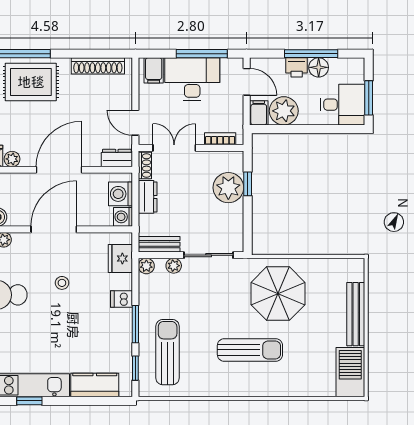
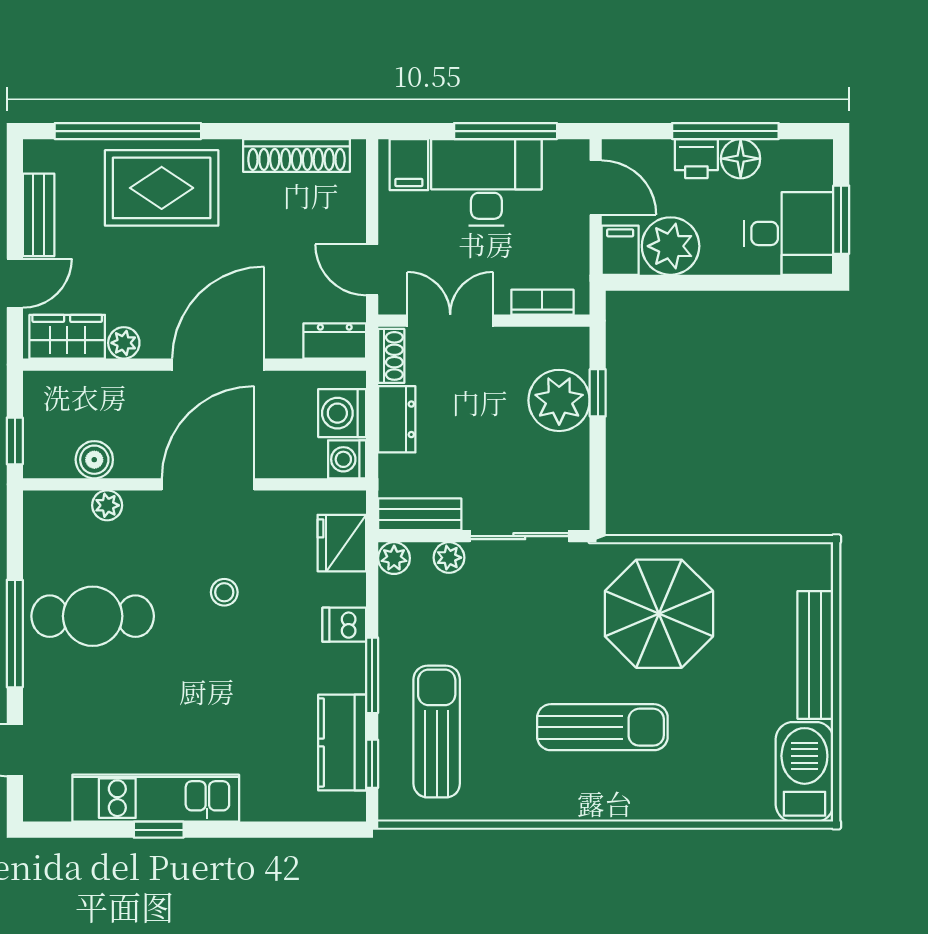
kitchen counter: (95, 385) -> (342, 742), moved, turned -90

